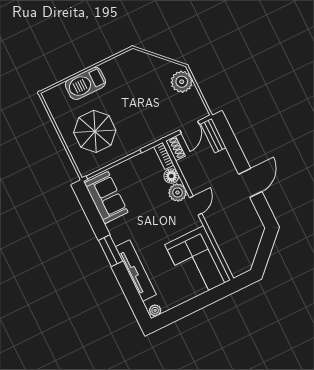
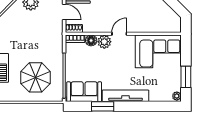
door: (196, 206) -> (119, 34), hinge flipped
window: (111, 251) -> (103, 106), moved
tv unit: (136, 271) -> (125, 96), moved
window: (183, 310) -> (186, 77), added

